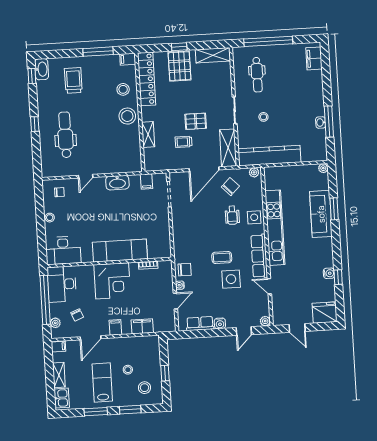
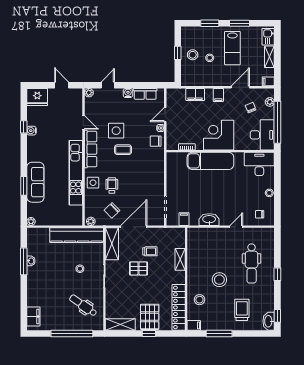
dental chair: (257, 75) -> (83, 305), turned -55
trolley: (73, 80) -> (242, 310), turned 180
stool: (127, 116) -> (219, 280), moved
stool: (145, 388) -> (193, 55), moved

